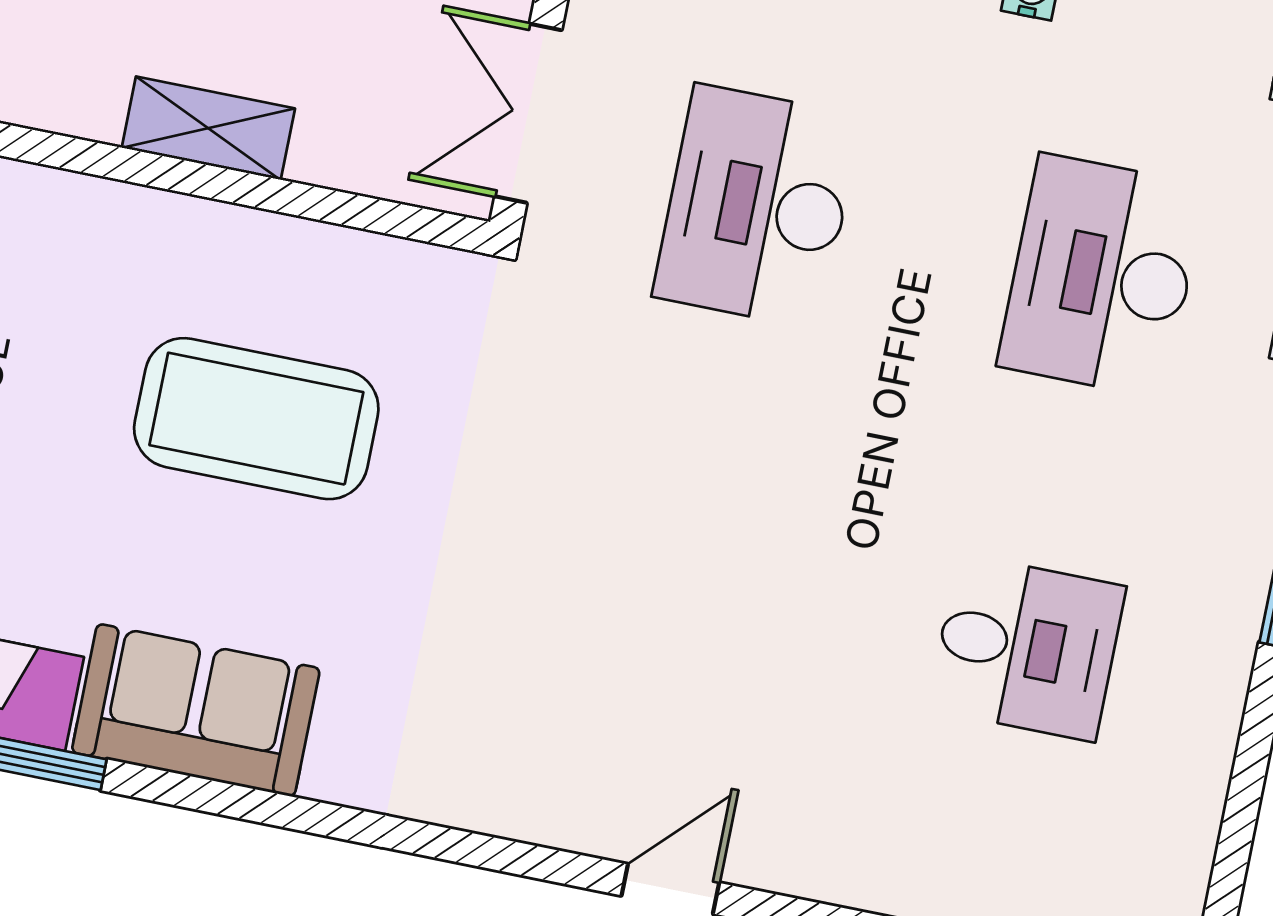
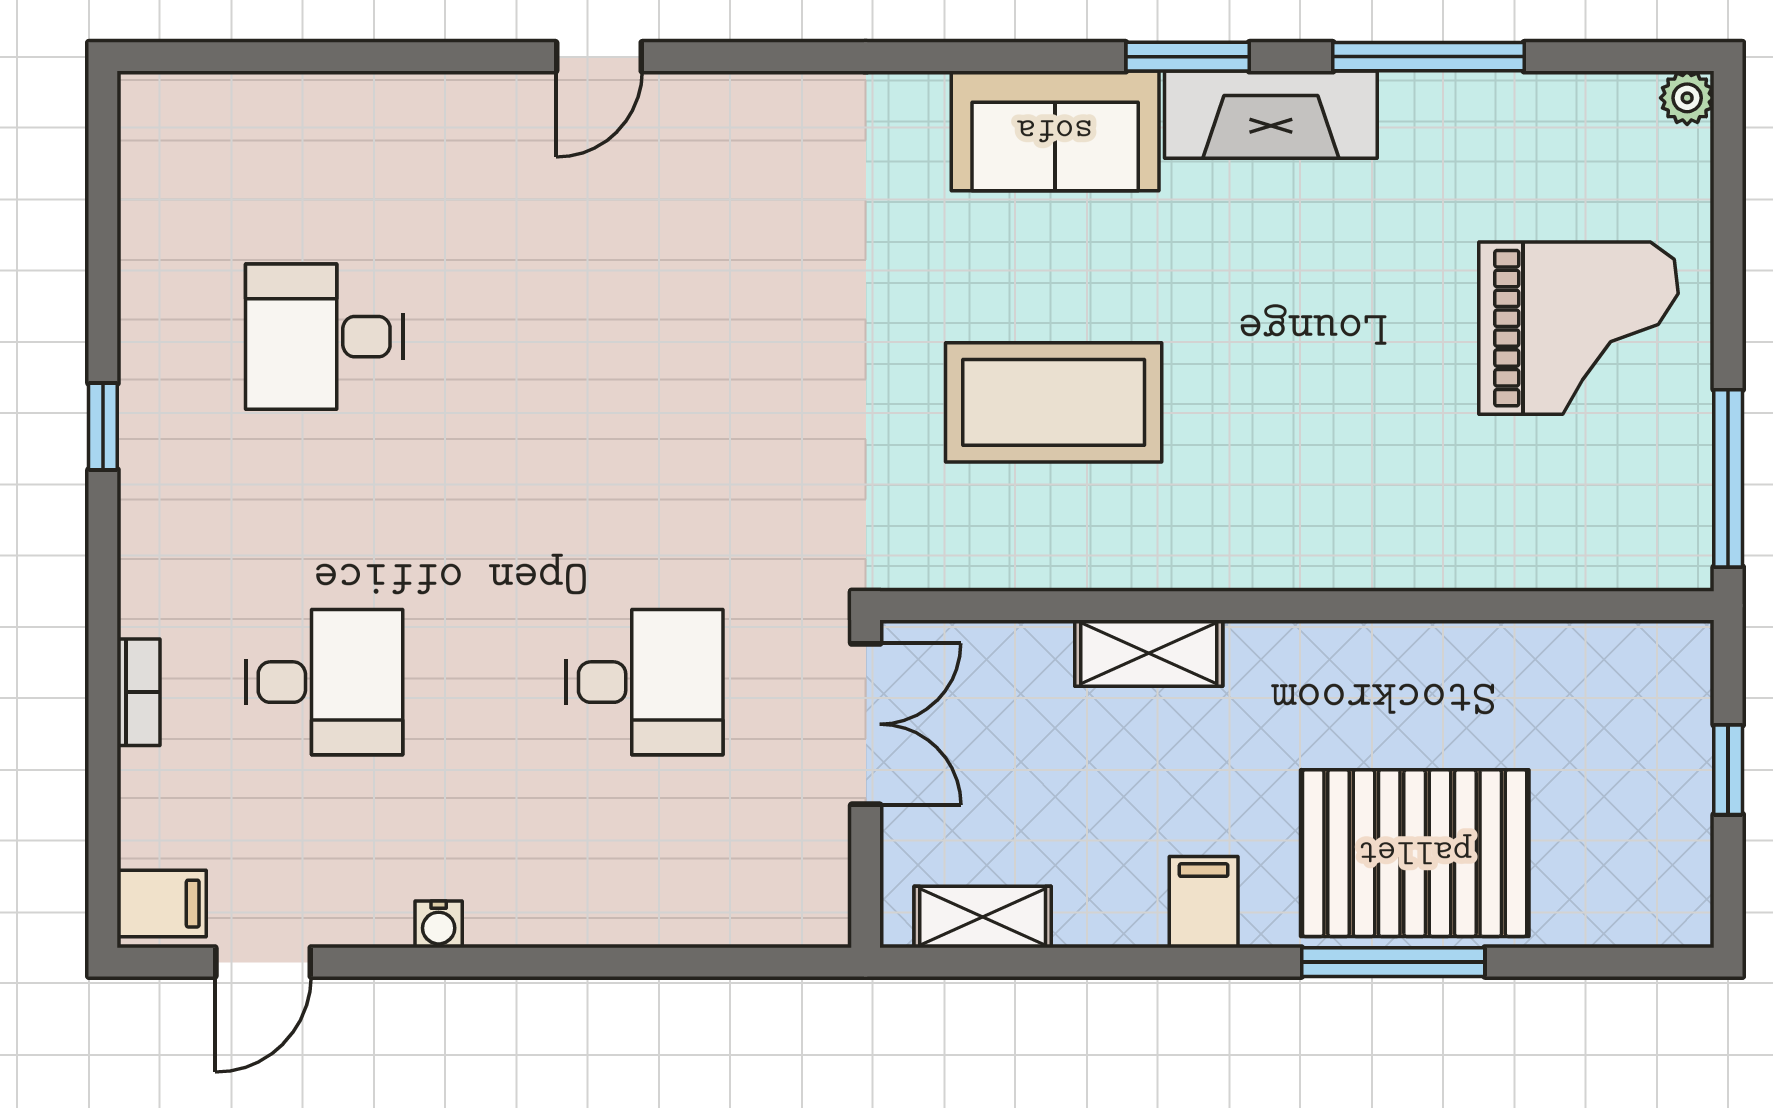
desk: (757, 206) -> (644, 682), width x0.73
desk: (1102, 276) -> (324, 682), width x0.73

